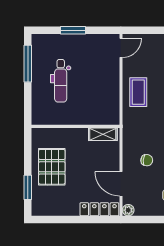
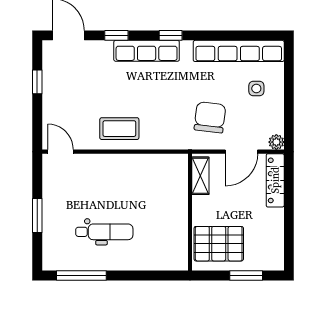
wall: (75, 126) -> (190, 212), moved
shelving: (103, 134) -> (200, 176), moved
chair: (147, 160) -> (210, 117), width x1.87, depth x1.87

